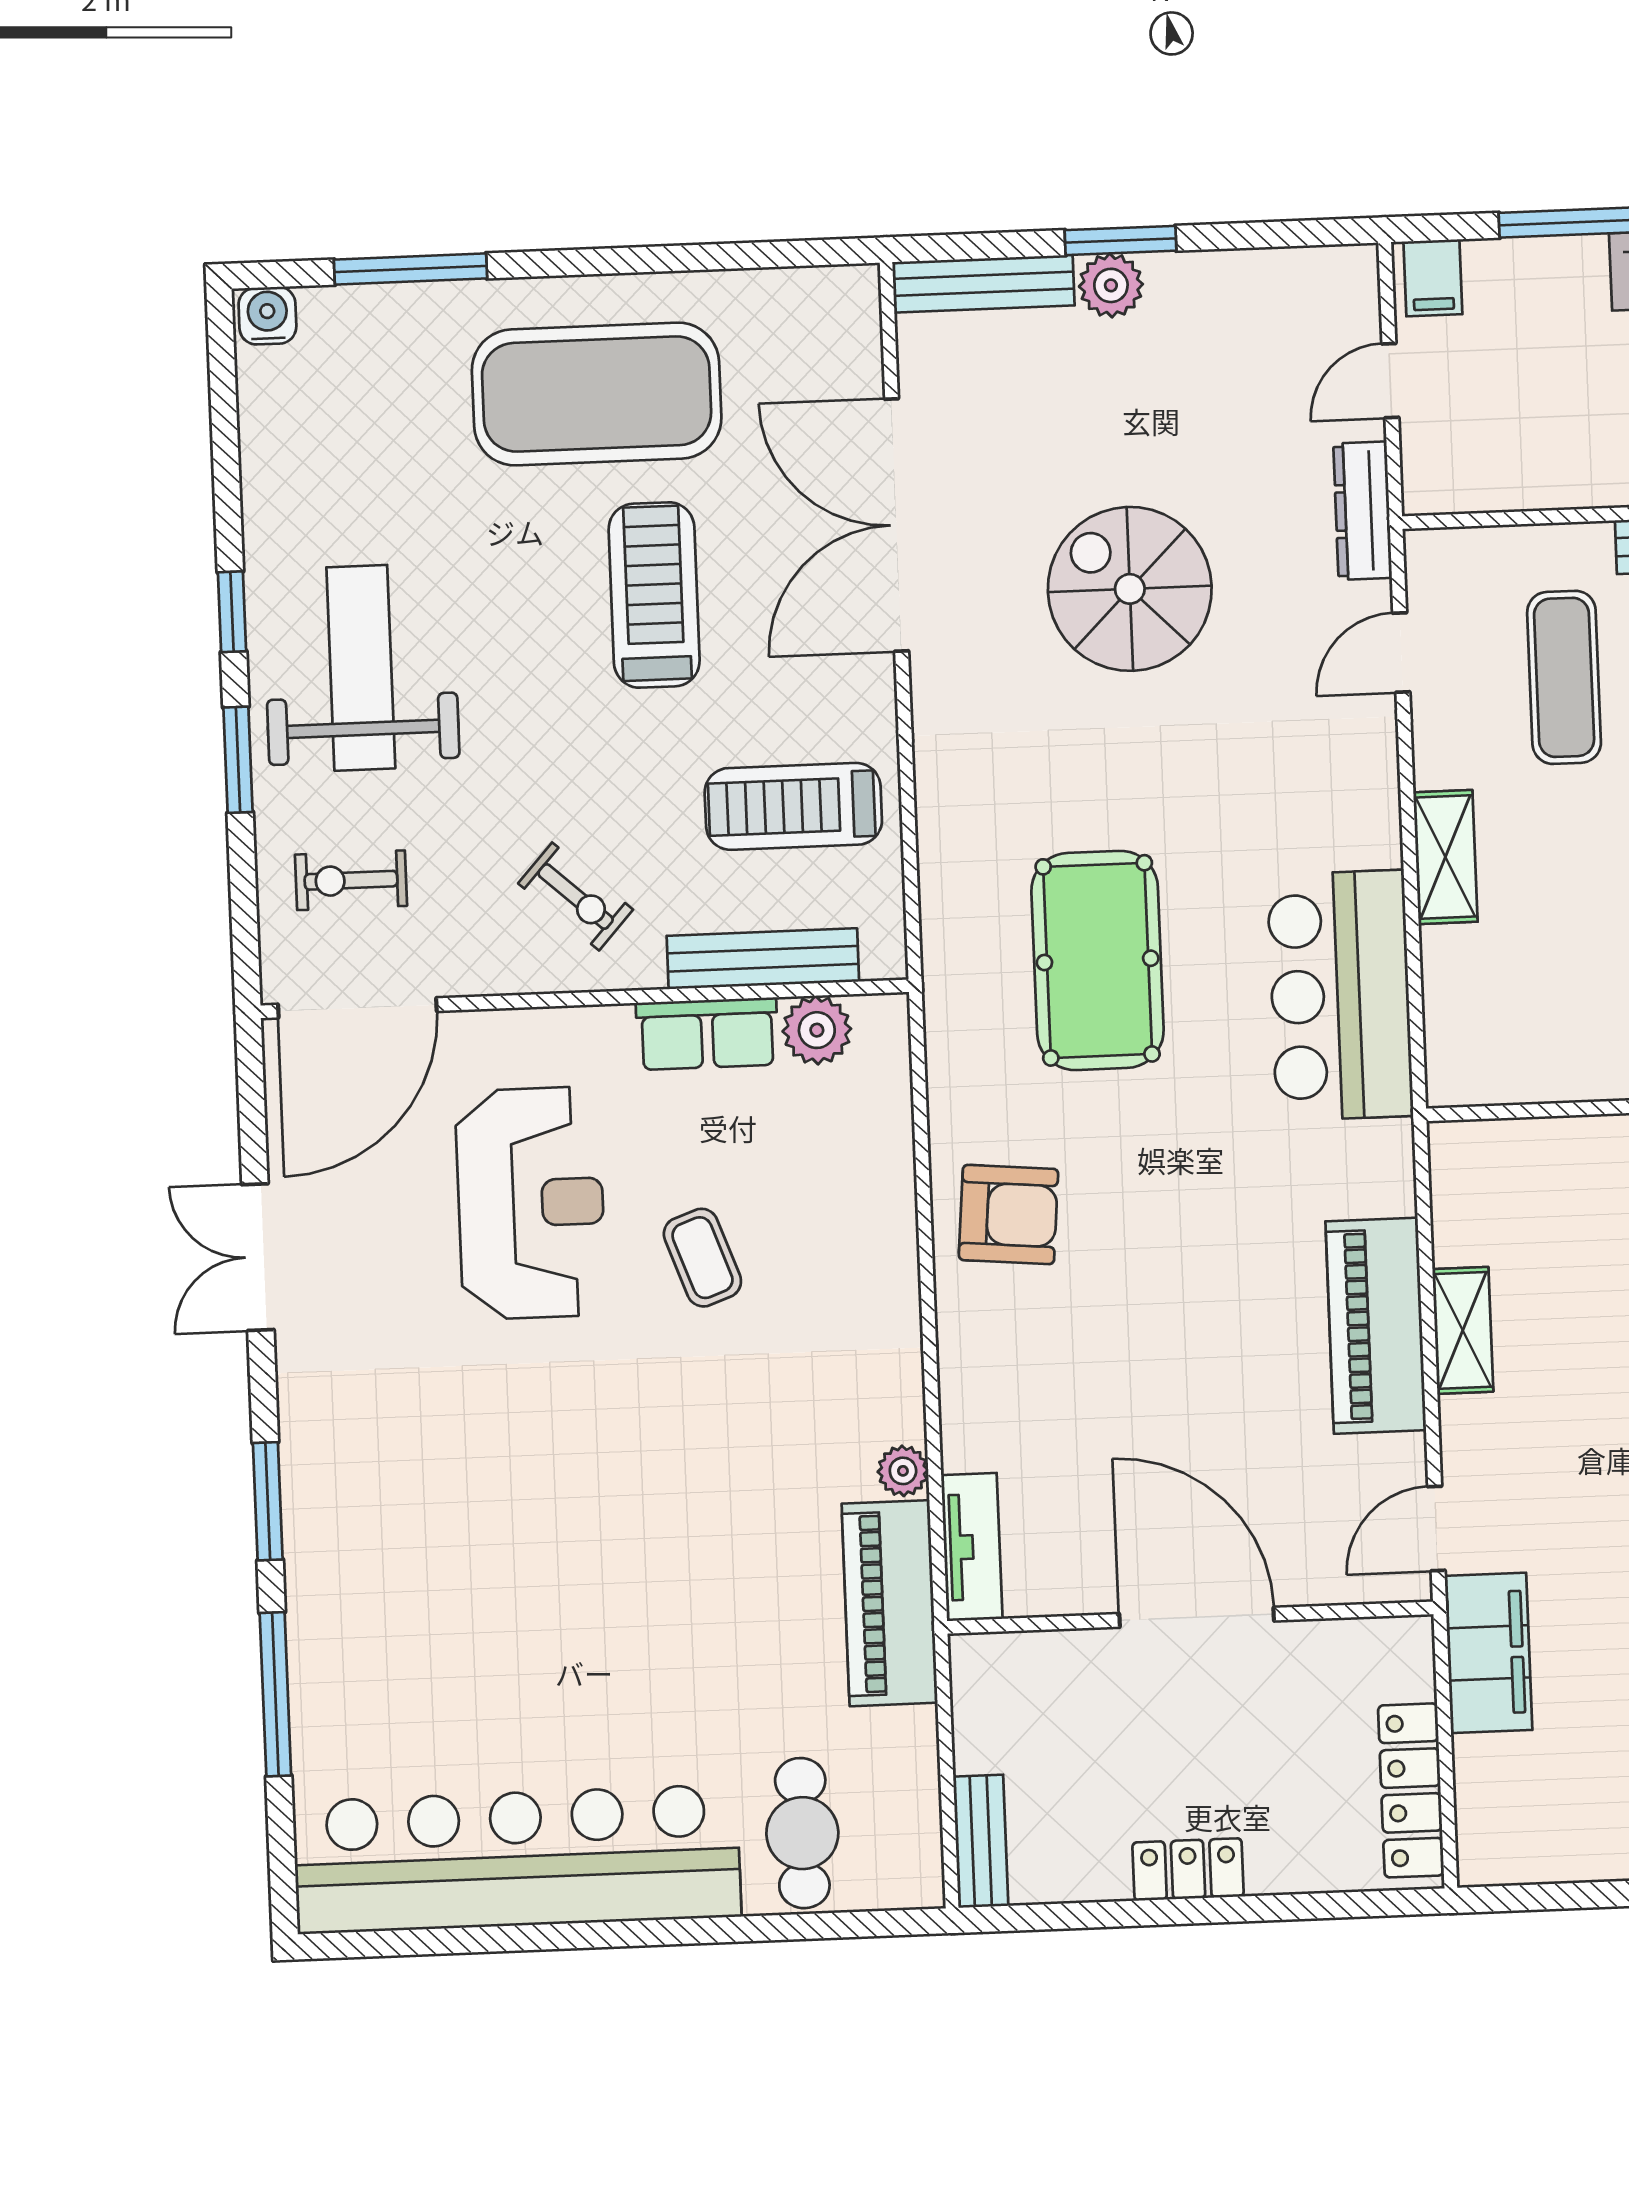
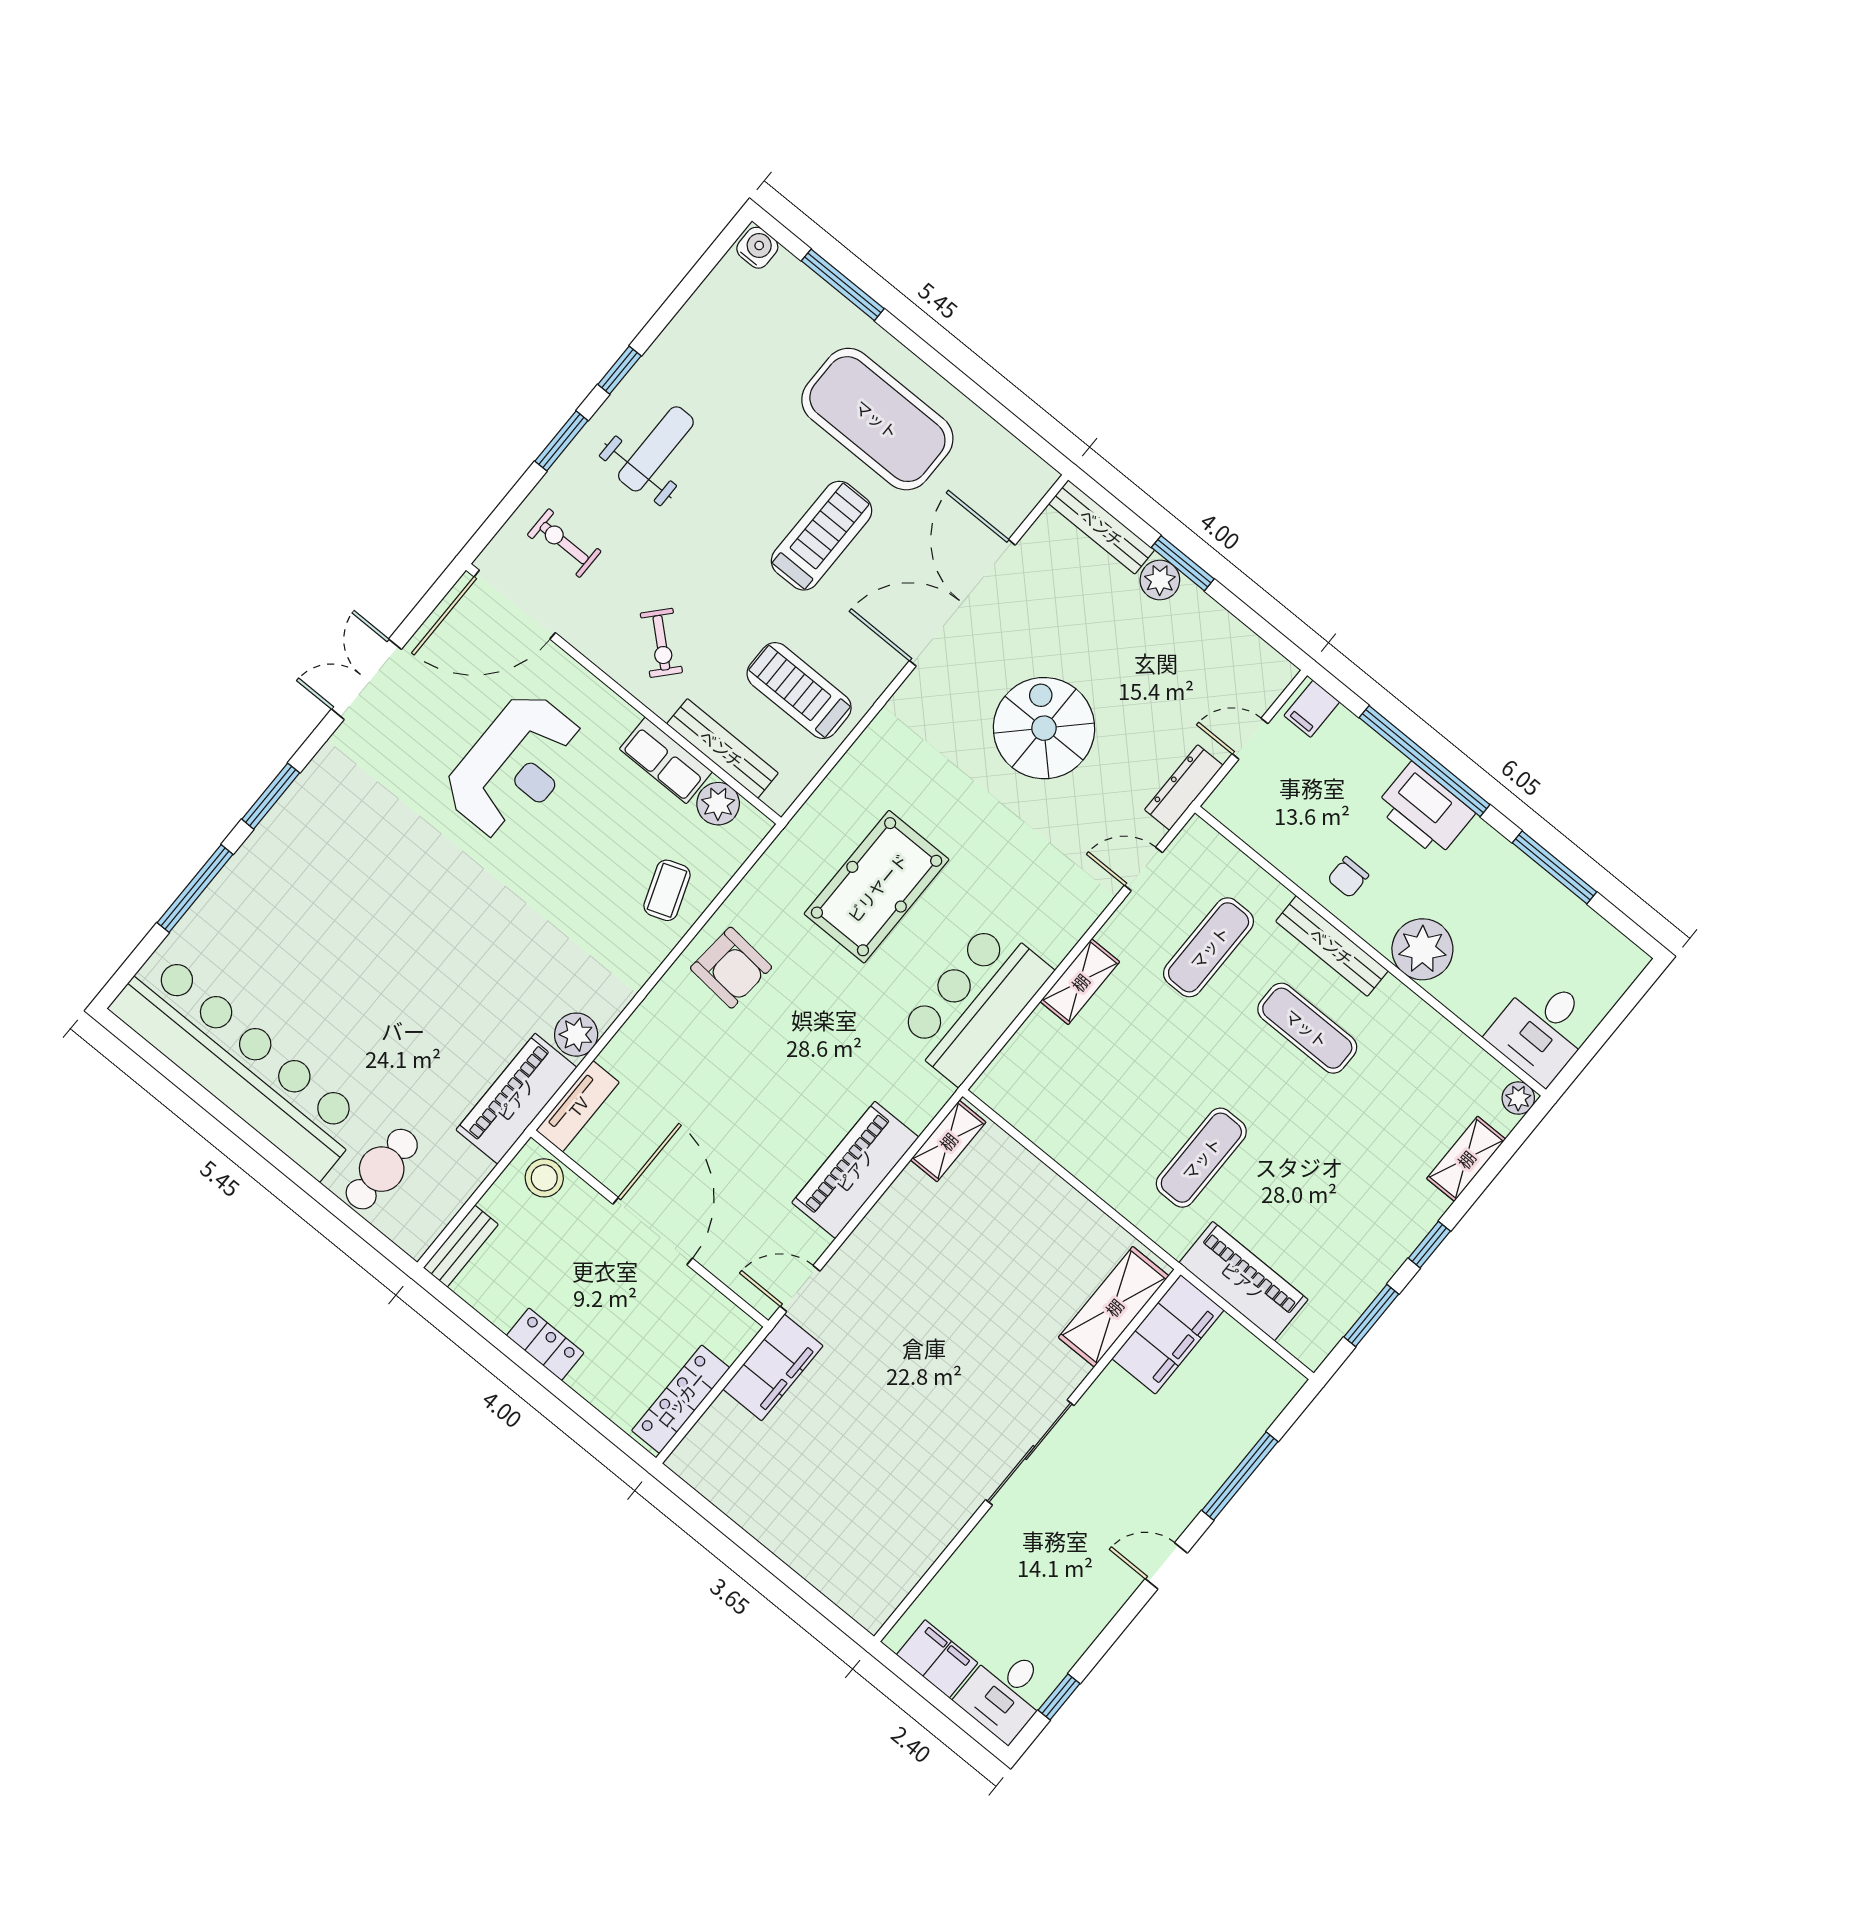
weight bench: (361, 668) -> (656, 449), width x0.73, depth x0.75
coffee table: (702, 1258) -> (667, 890), moved
shelving: (1463, 1330) -> (948, 1141), moved
plant: (903, 1471) -> (576, 1035), width x1.38, depth x1.38
stool: (1008, 1669) -> (544, 1178), added

